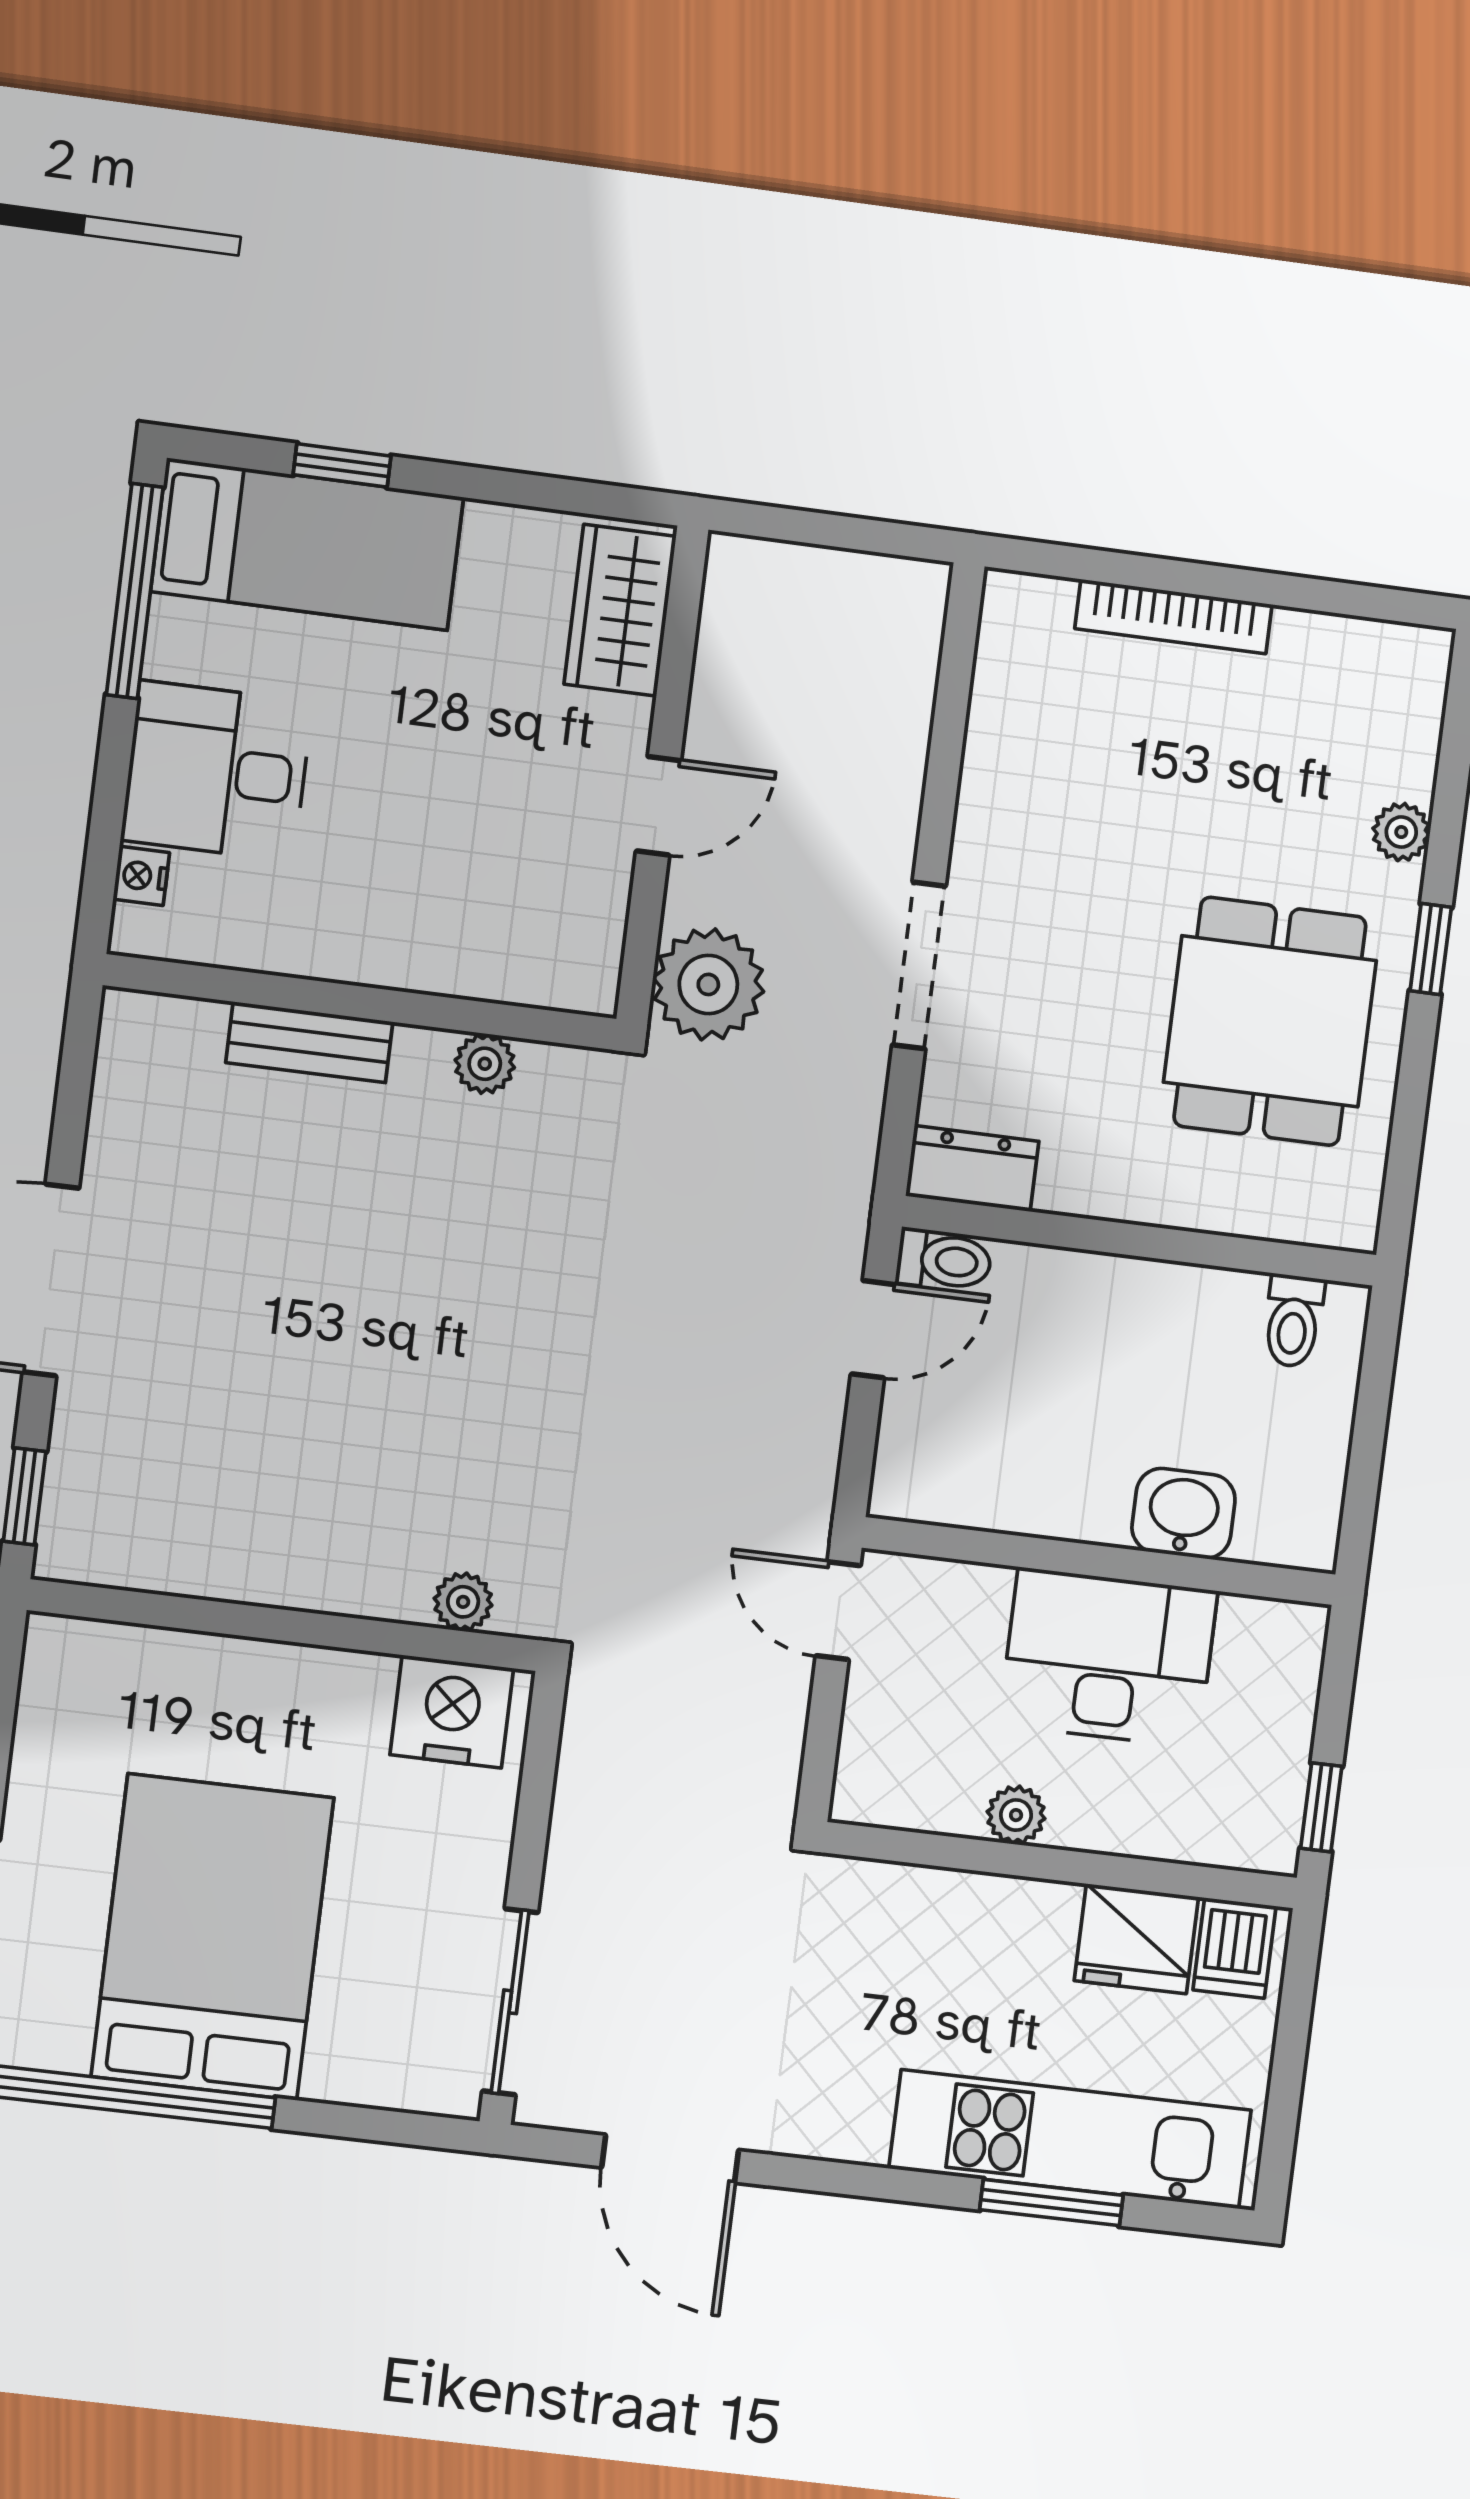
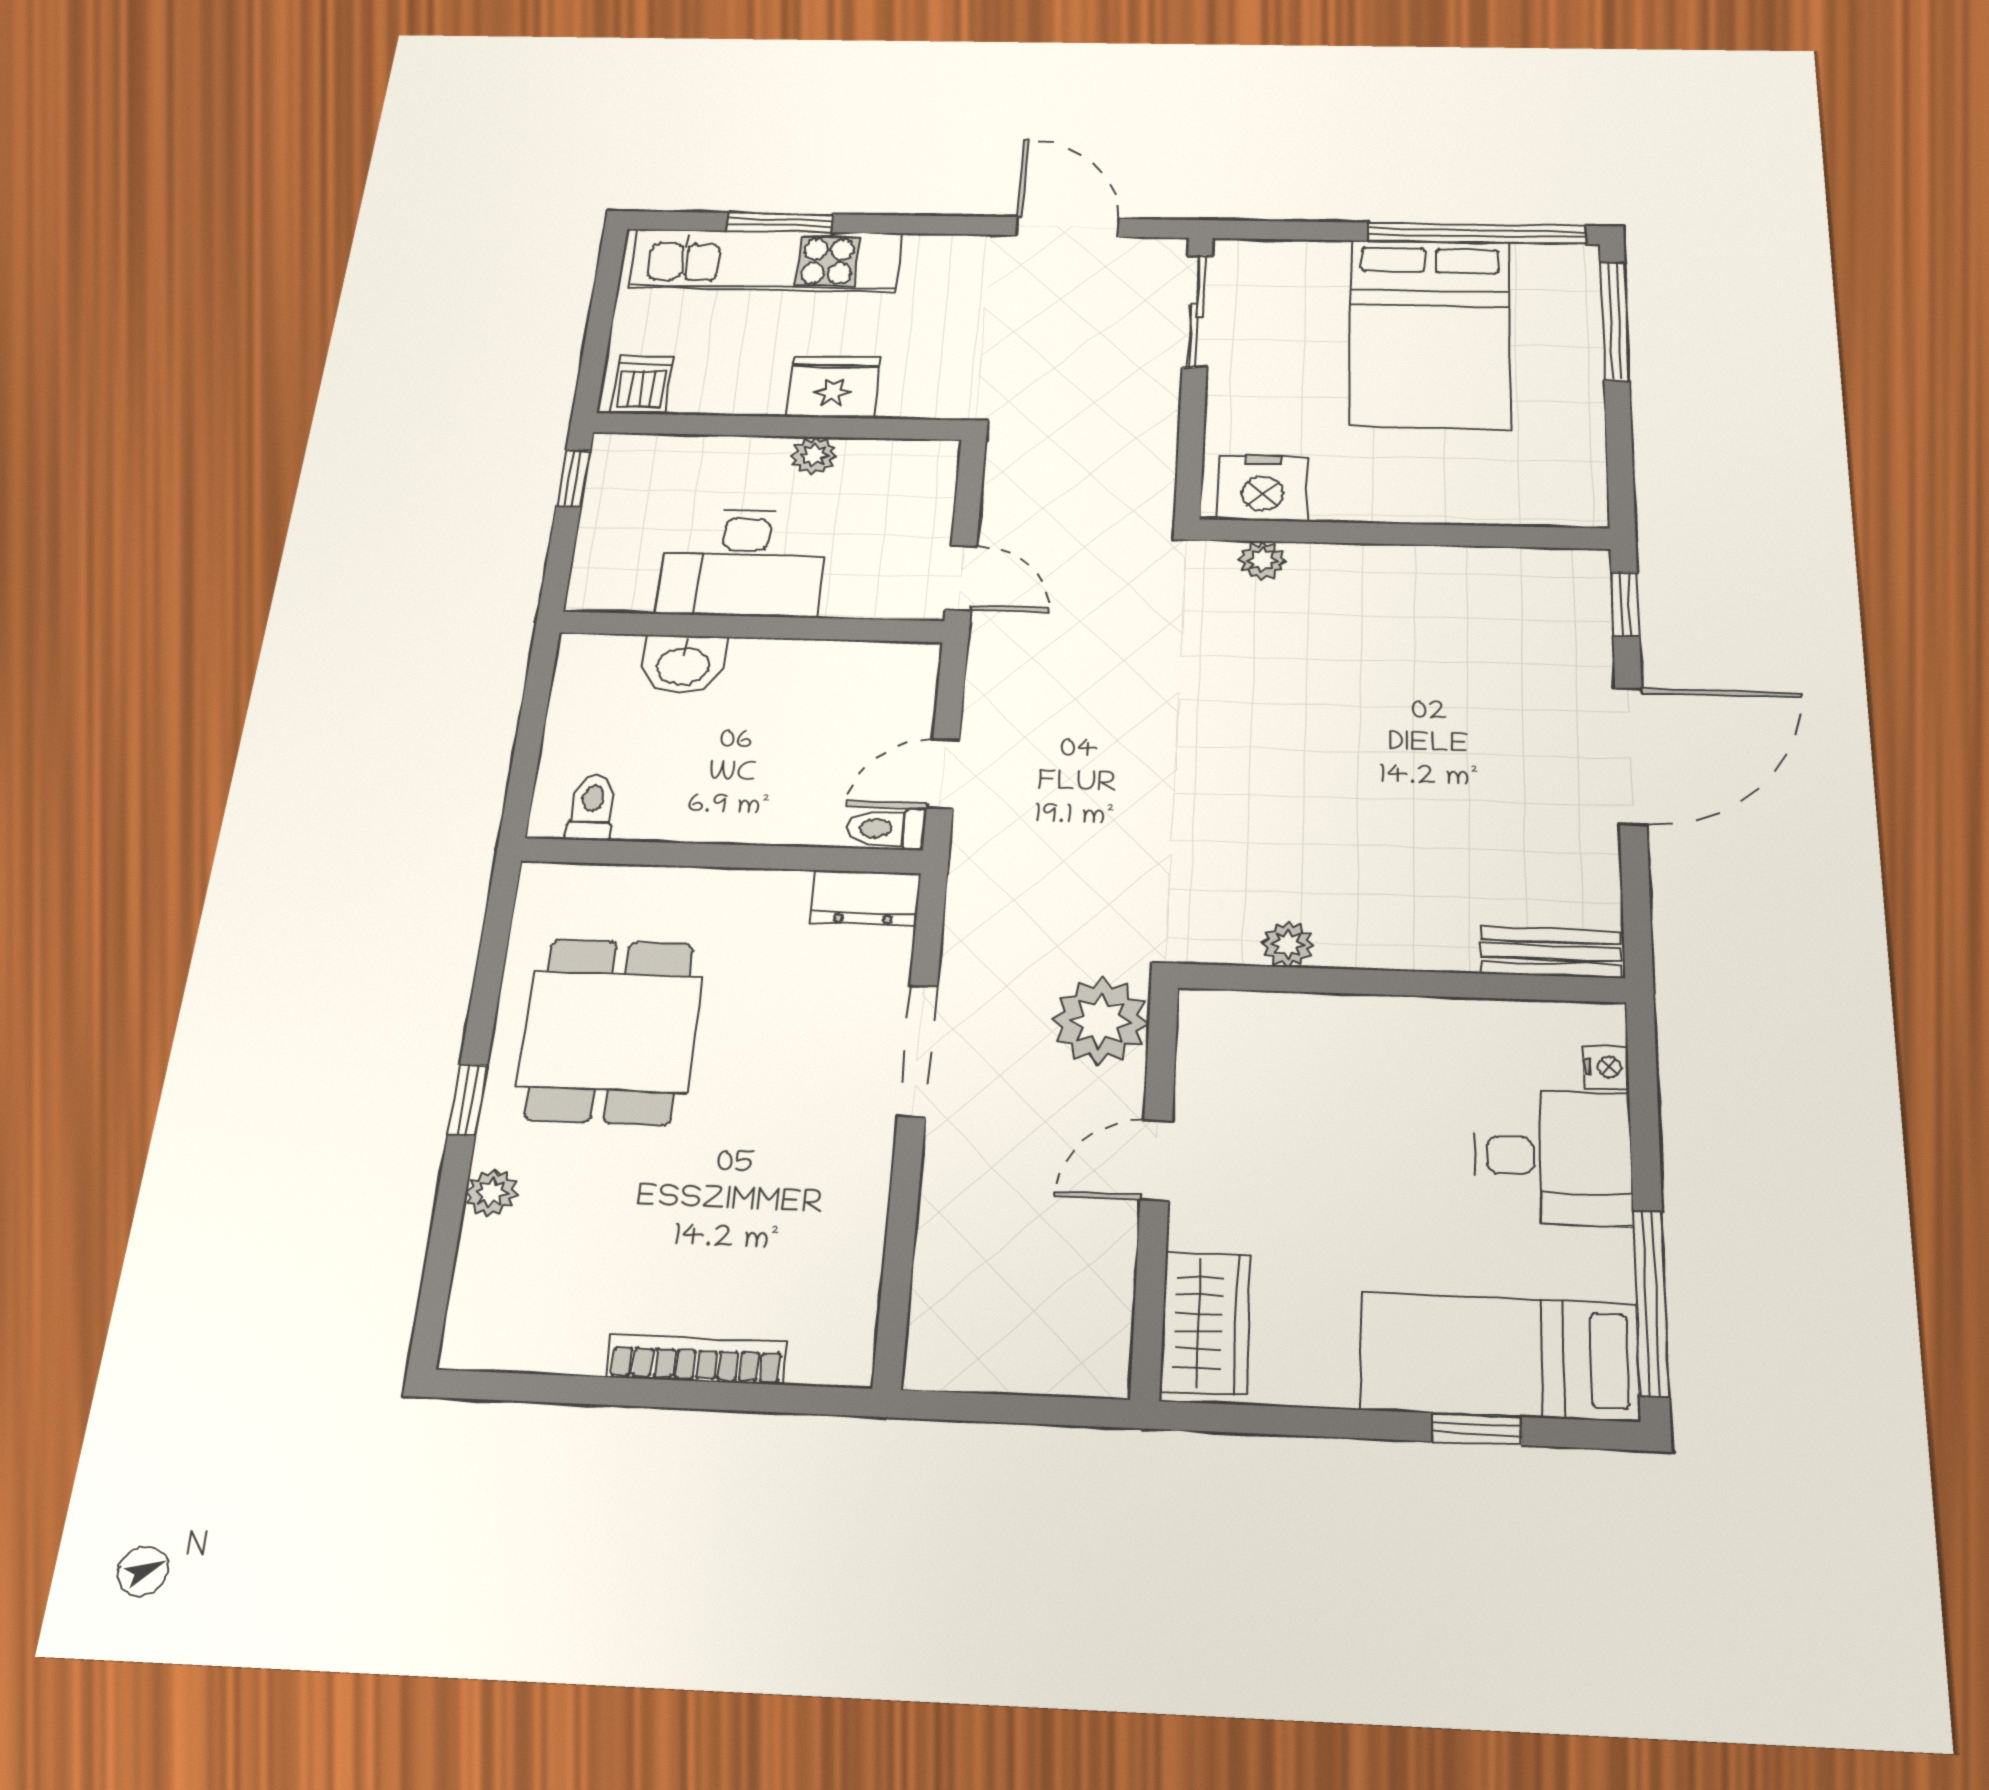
bench: (309, 1042) -> (1551, 952), moved
fridge: (1136, 1939) -> (834, 387), moved

